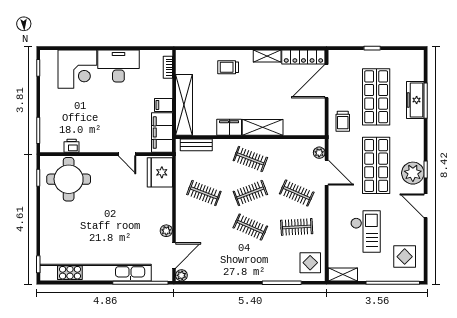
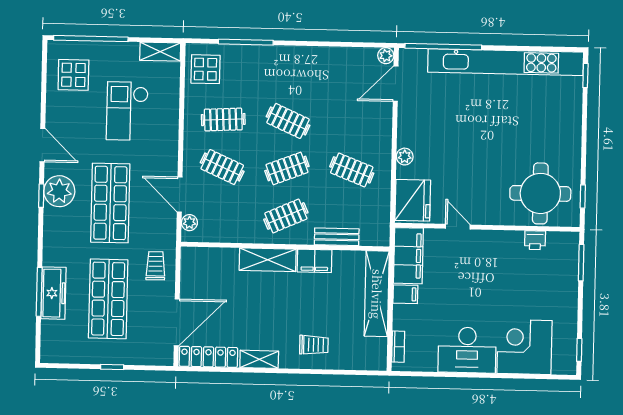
bench: (196, 145) -> (337, 237), moved
clothes rail: (250, 159) -> (286, 216), turned -45
plant: (166, 231) -> (405, 157), moved

